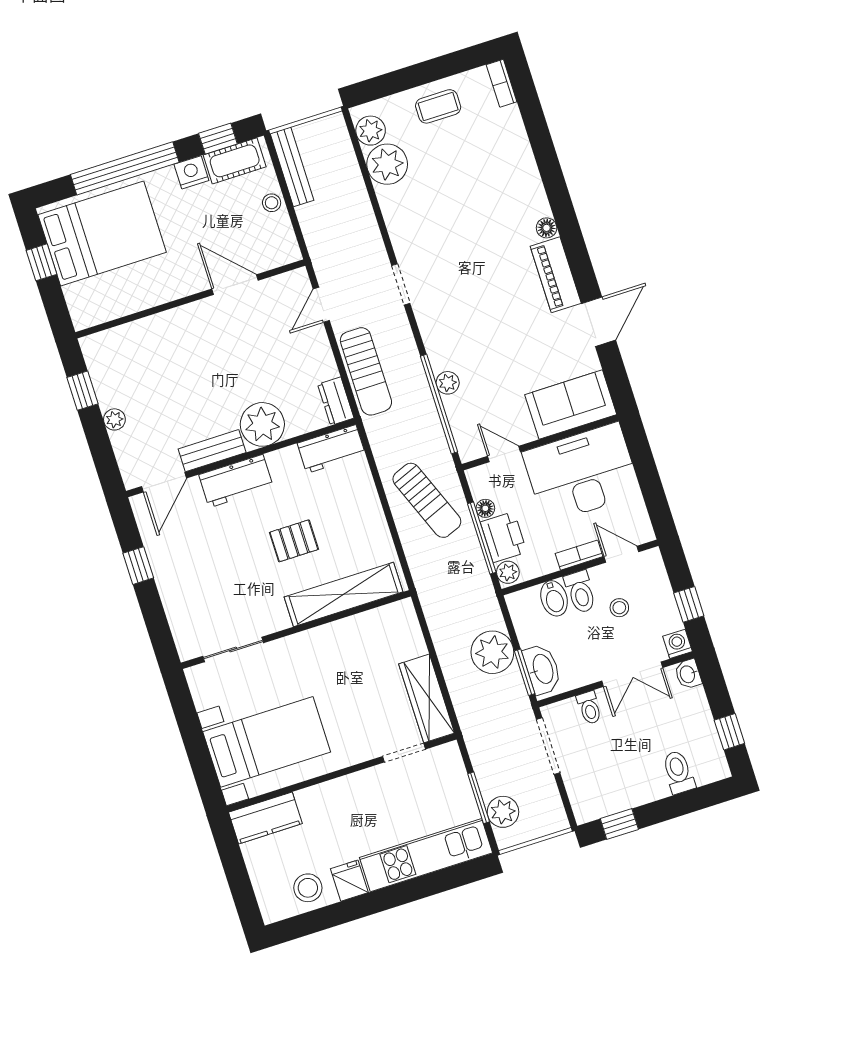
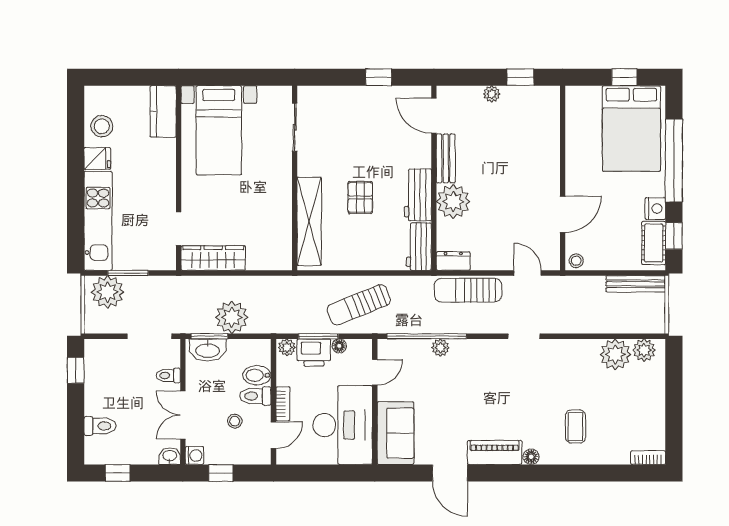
coffee table: (438, 106) -> (575, 427), moved
stool: (272, 203) -> (576, 261), moved
workbench: (236, 481) -> (418, 195), moved
window: (482, 538) -> (318, 336), width x0.69
plant: (503, 812) -> (107, 292), width x1.36, depth x1.36

